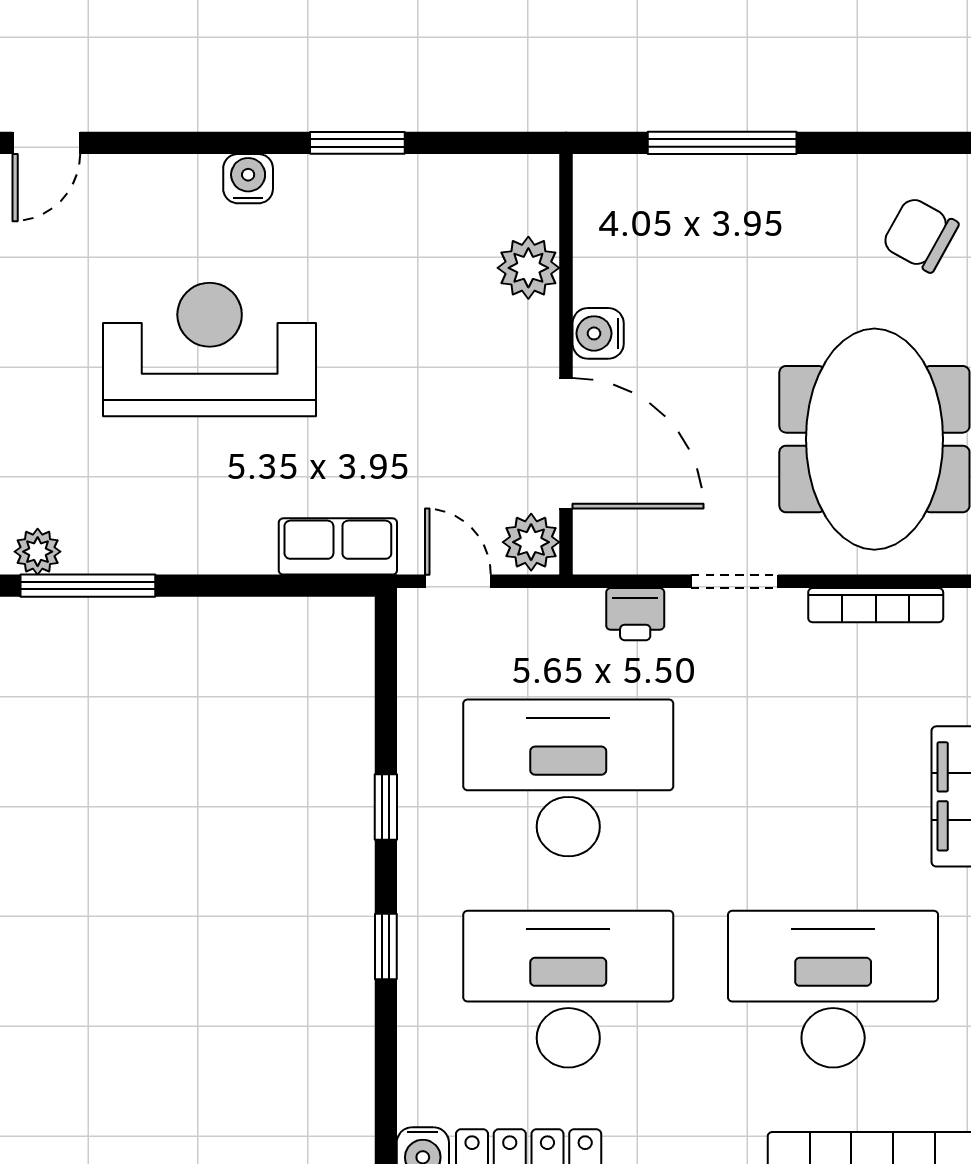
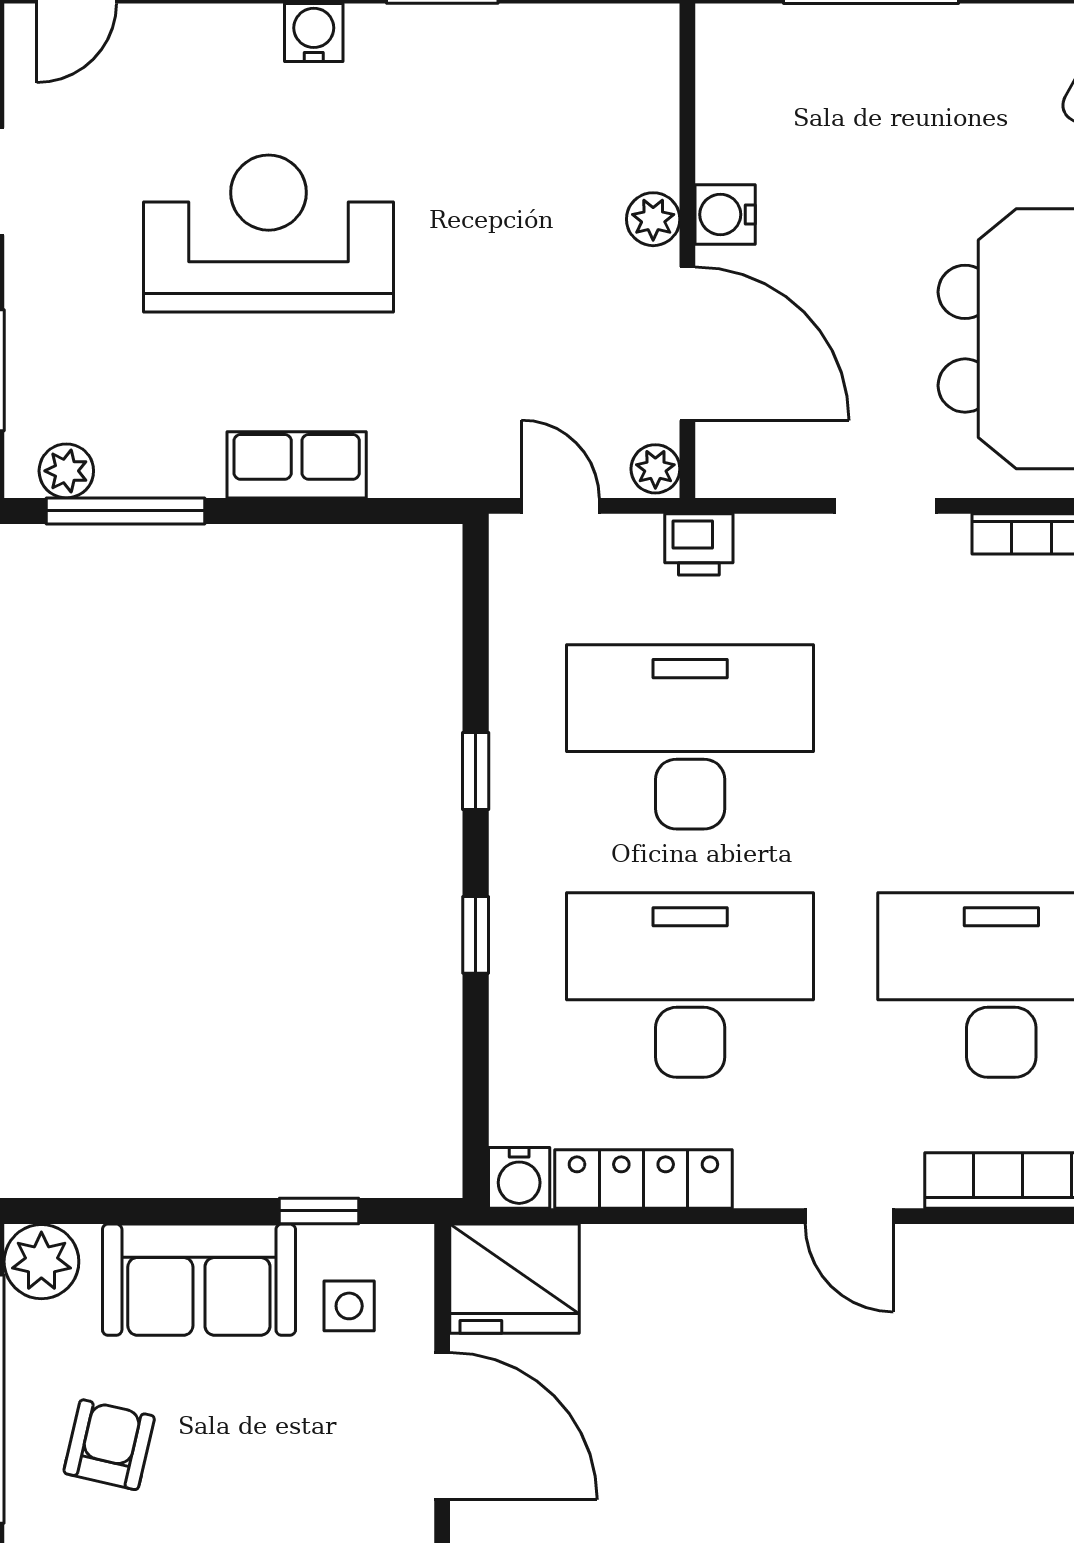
plant: (528, 268) -> (653, 219), moved, width x0.73, depth x0.73
plant: (531, 542) -> (655, 469), width x0.73, depth x0.73
row of seats: (338, 546) -> (297, 465), moved
printer: (635, 614) -> (699, 544), moved

